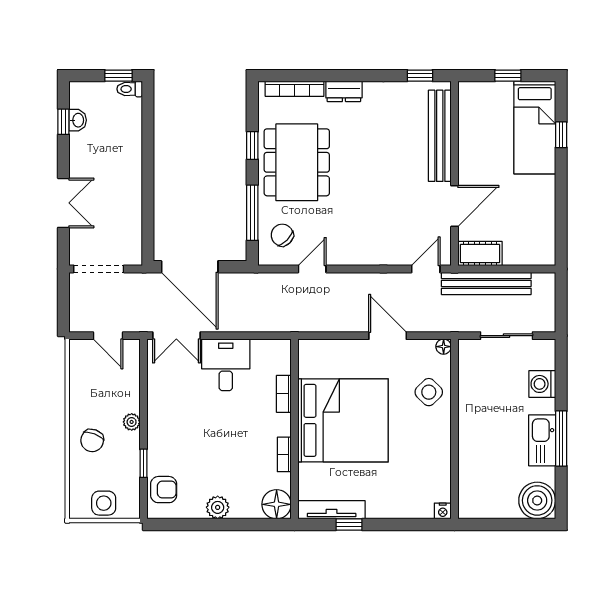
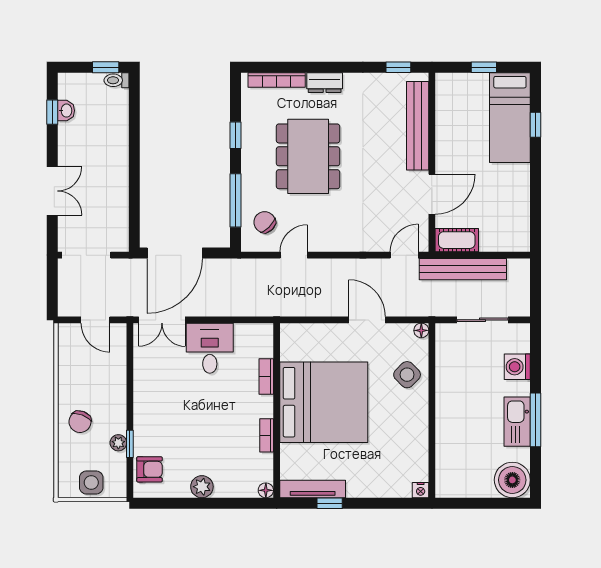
dining table: (297, 162) -> (308, 156), moved
door: (190, 267) -> (175, 253), hinge flipped
plant: (132, 422) -> (118, 443), moved
floor lamp: (277, 504) -> (266, 490), width x0.53, depth x0.53

